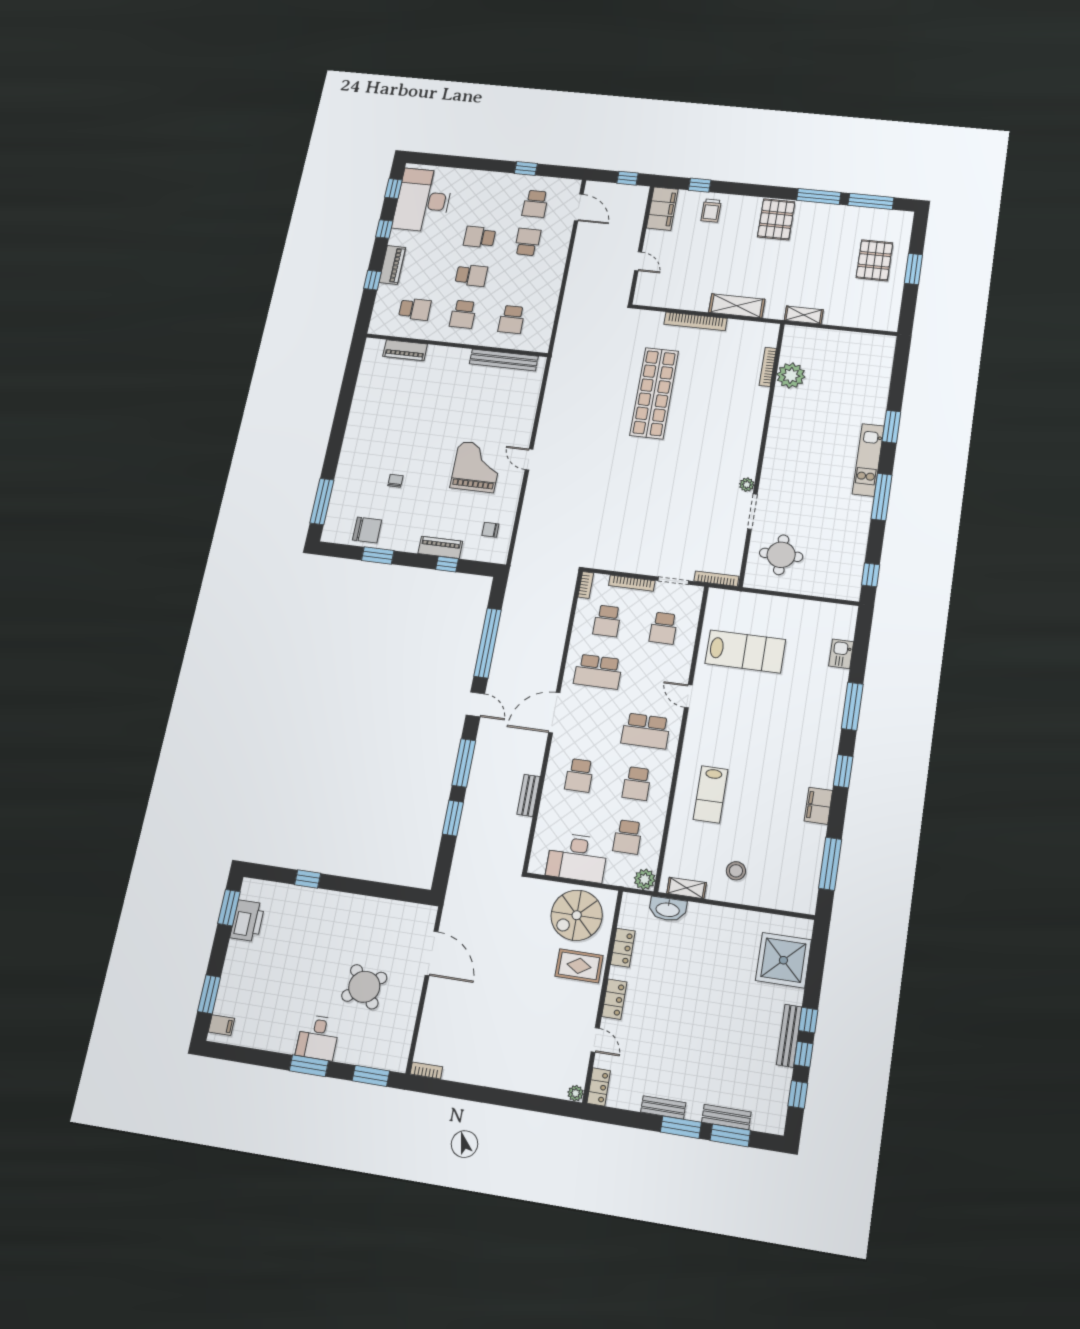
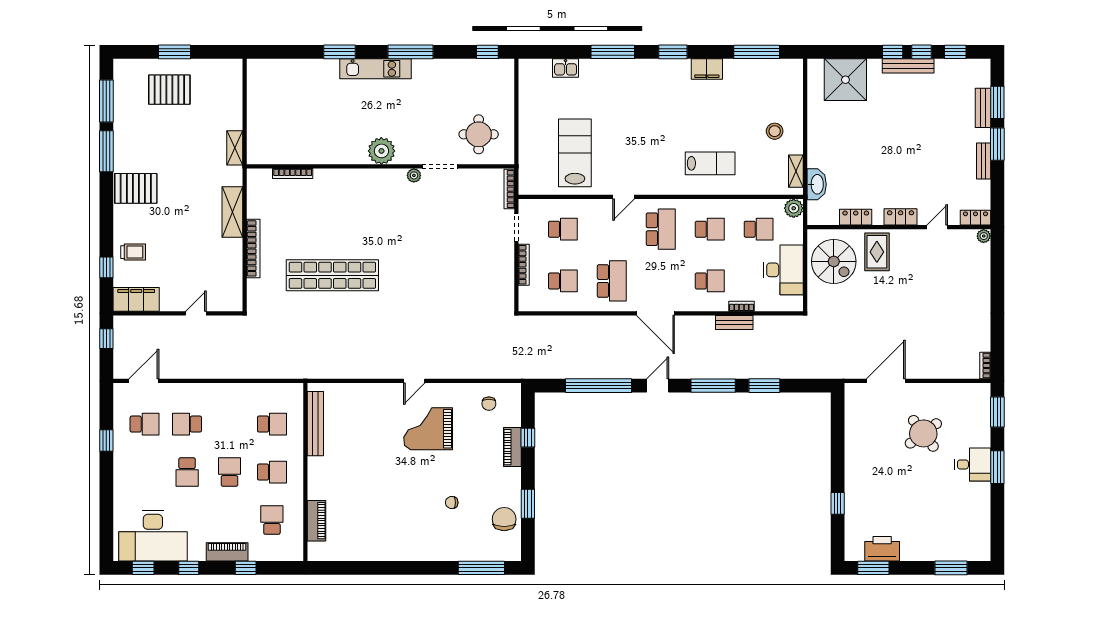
plant: (791, 375) -> (381, 151), moved
bookcase: (586, 585) -> (741, 306), moved
filing cabinet: (221, 1025) -> (975, 551), removed

